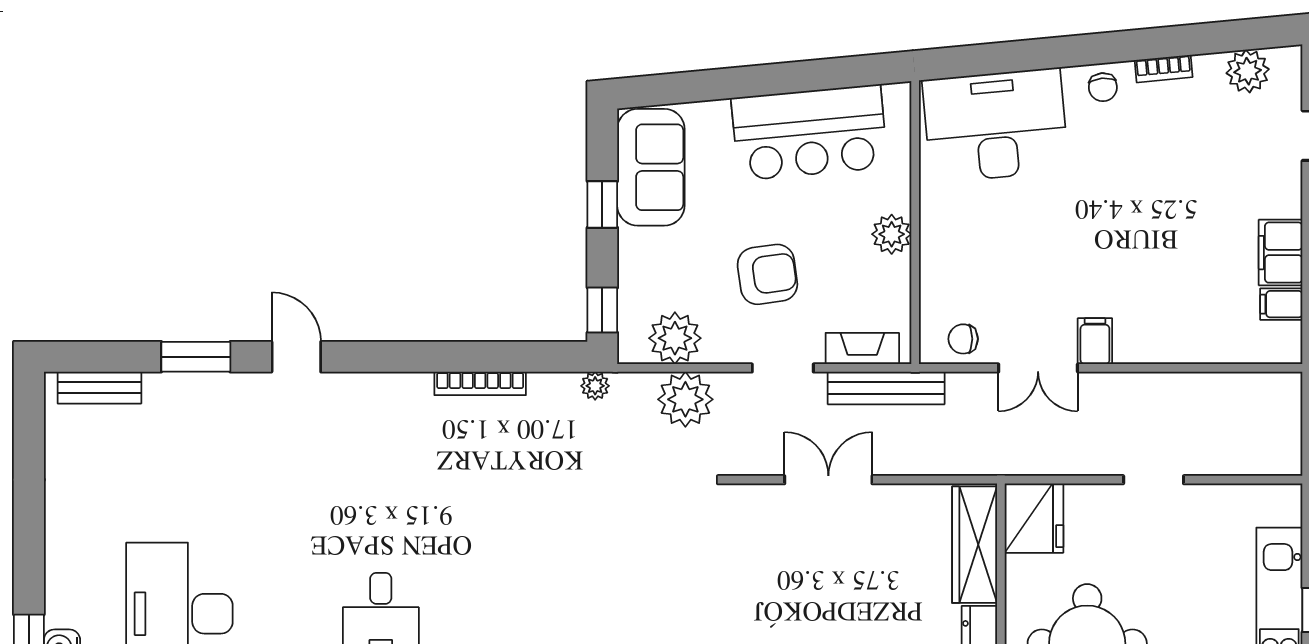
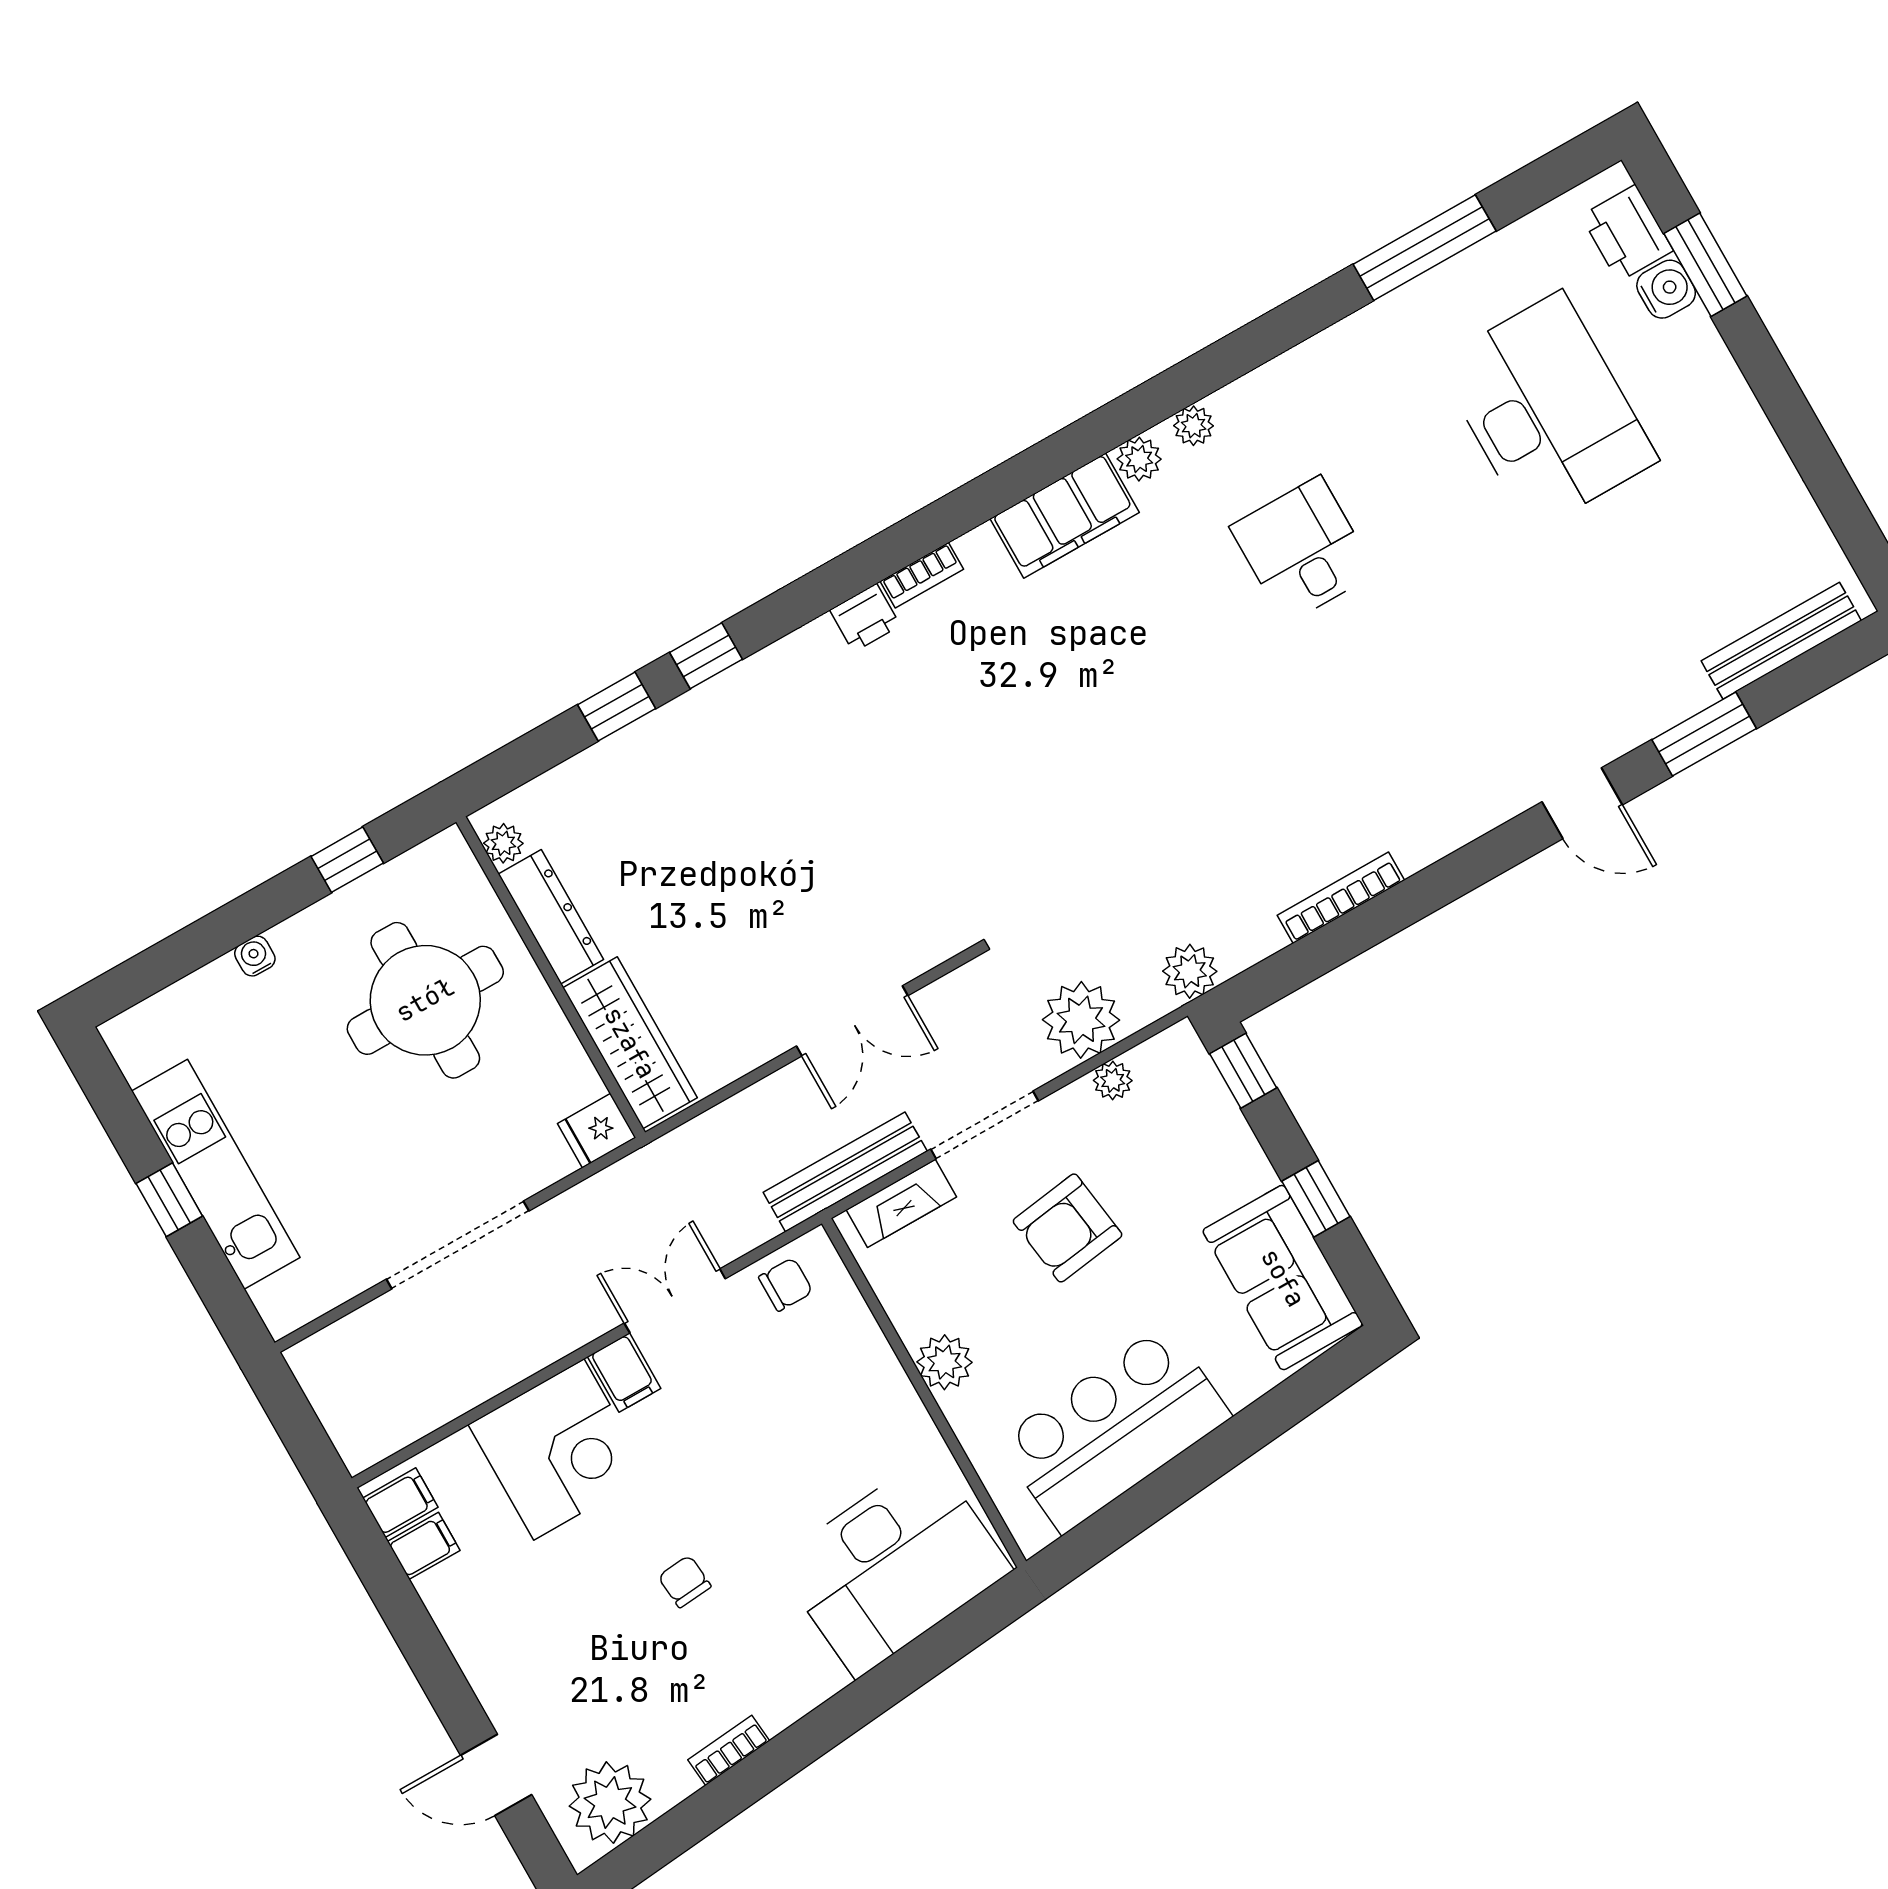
plant: (1248, 71) -> (610, 1803), width x1.36, depth x1.36
chair: (1103, 87) -> (685, 1581), moved
filing cabinet: (1281, 253) -> (400, 1503), moved, width x0.50
corner desk: (1163, 316) -> (559, 1449), added
plant: (675, 338) -> (1113, 1080), width x0.53, depth x0.53
doorway: (783, 368) -> (984, 1125), width x1.38
plant: (595, 386) -> (1190, 971), width x1.38, depth x1.38
bench: (99, 388) -> (1781, 641), width x1.36
doorway: (1154, 480) -> (458, 1245), width x1.88
fridge: (1034, 518) -> (597, 1131), width x0.53, depth x0.75

